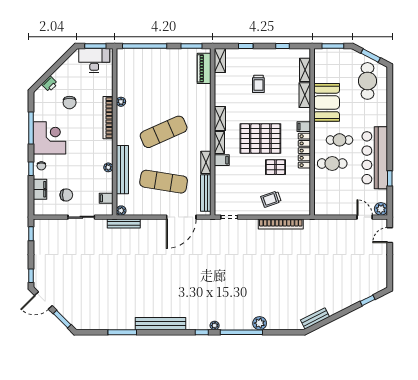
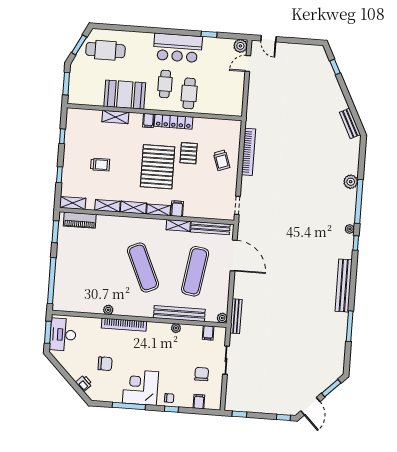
shelving: (305, 70) -> (107, 206), moved
bar counter: (375, 158) -> (178, 48), width x0.73
filing cabinet: (40, 189) -> (199, 402), width x0.50

